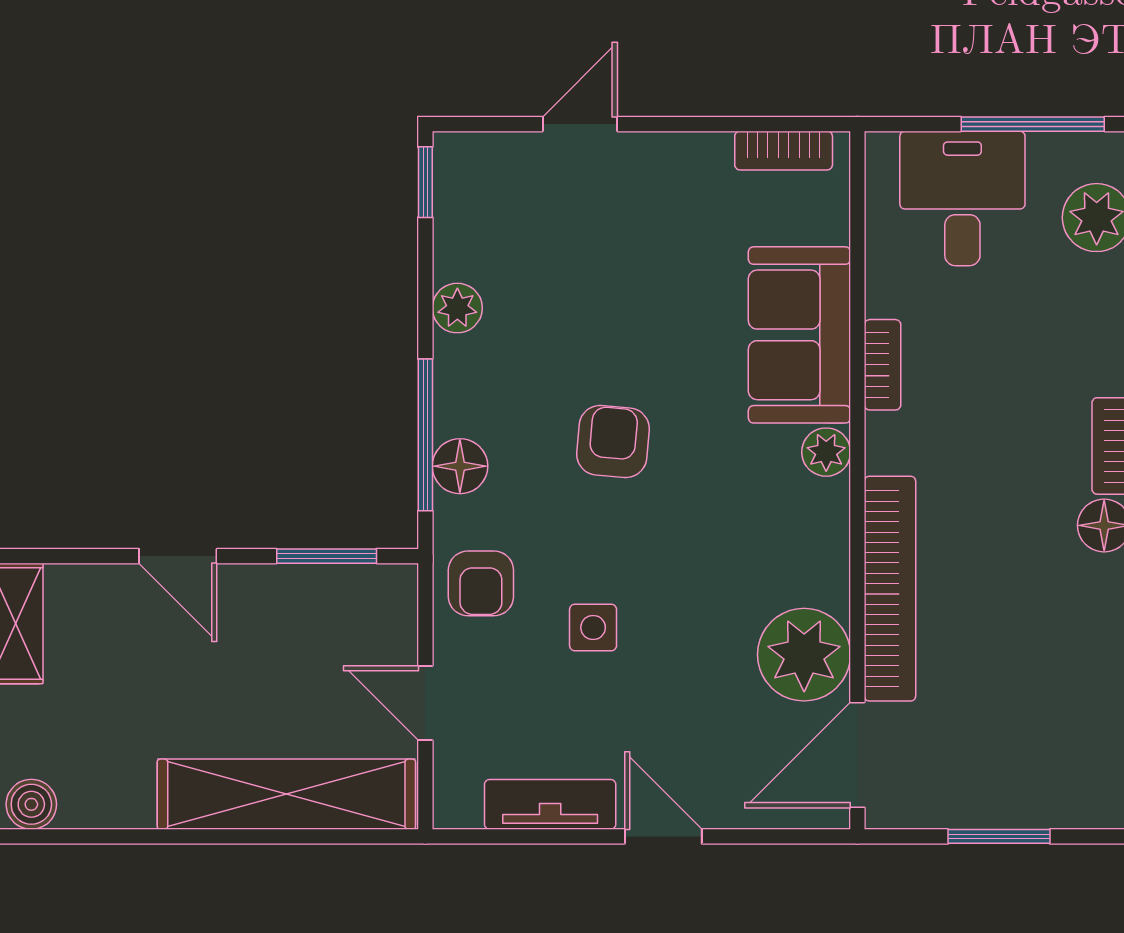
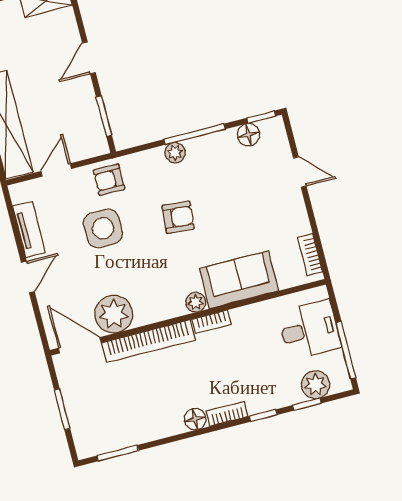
plant: (457, 308) -> (175, 153), moved
bookcase: (883, 365) -> (212, 322), moved
window: (425, 435) -> (195, 134), moved
floor lamp: (460, 466) -> (249, 135), moved
side table: (593, 628) -> (103, 228), width x1.87, depth x1.87

